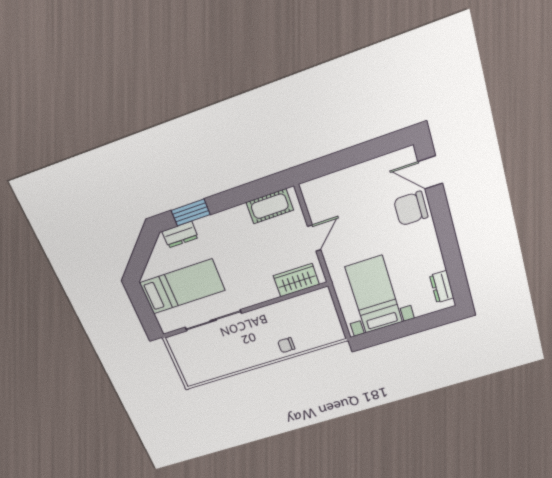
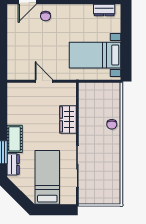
cot: (270, 206) -> (15, 139), moved
chair: (411, 209) -> (46, 16), width x0.54, depth x0.54
wardrobe: (296, 280) -> (68, 119), moved

